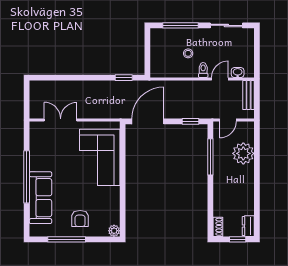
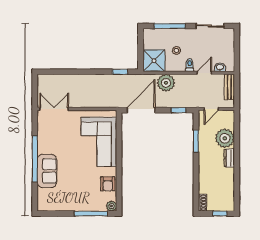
shower: (163, 65) -> (154, 61), added
plant: (176, 90) -> (166, 83), added
double door: (61, 120) -> (54, 109), moved
window: (210, 157) -> (196, 141), width x0.69
sofa: (40, 198) -> (47, 171), width x0.73
armchair: (80, 219) -> (108, 184), moved
dresser: (248, 226) -> (229, 158), moved
window: (67, 239) -> (91, 214), moved

